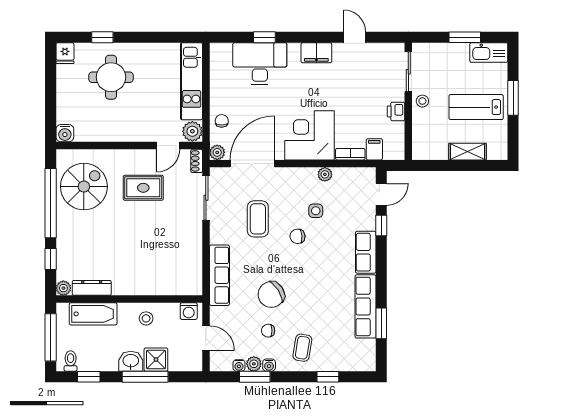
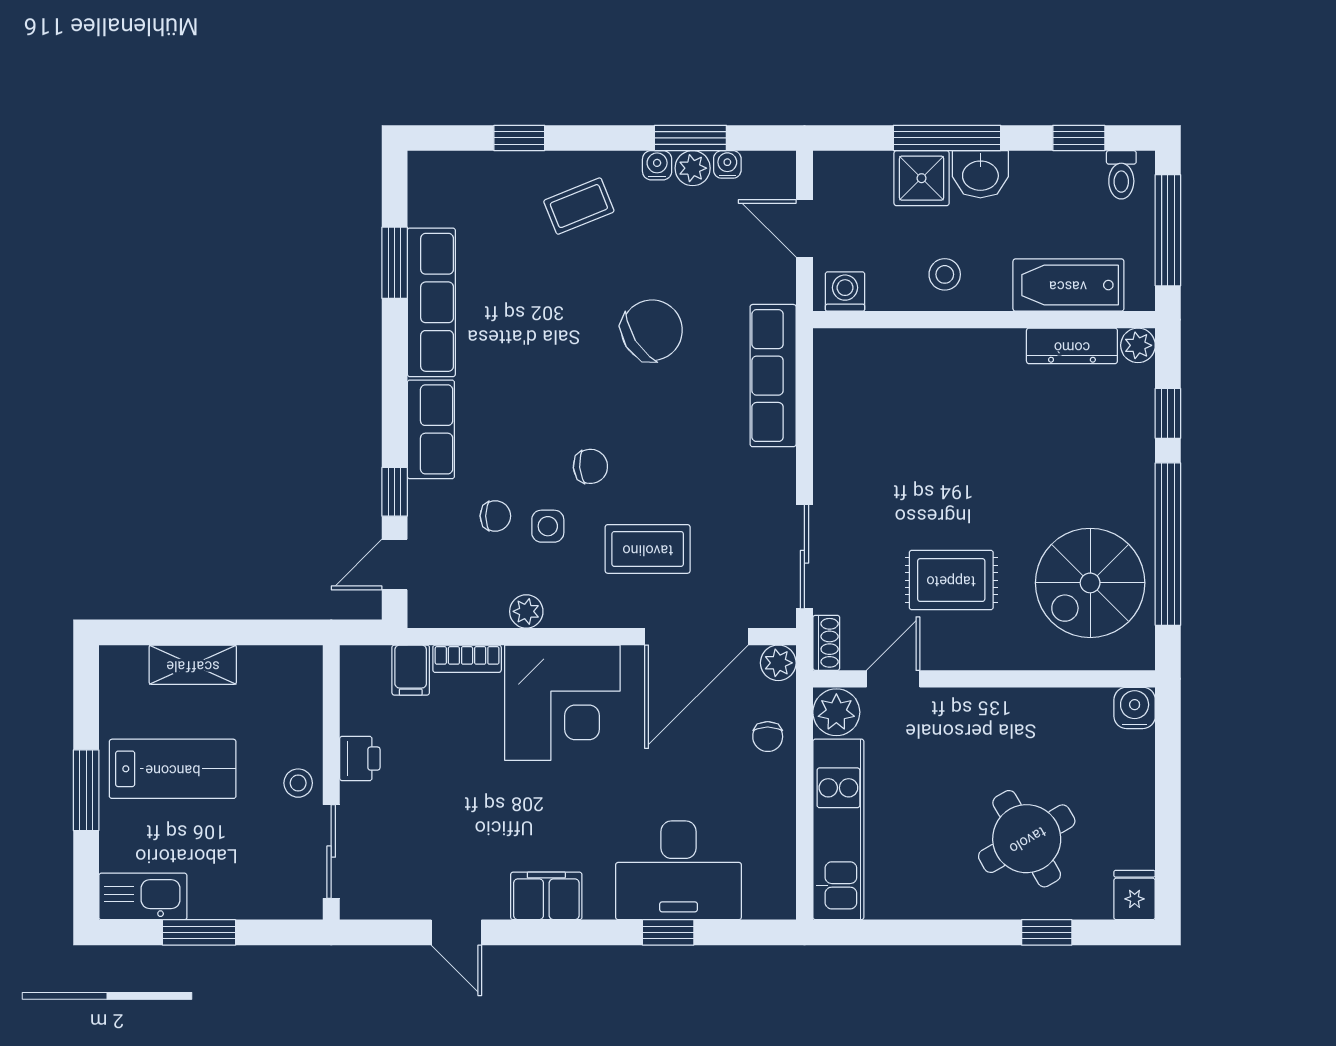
round table: (111, 77) -> (1027, 839), turned -30
coffee table: (258, 219) -> (648, 549), moved, turned 90
chair: (268, 331) -> (495, 516), moved
coffee table: (302, 348) -> (579, 206), turned 59

